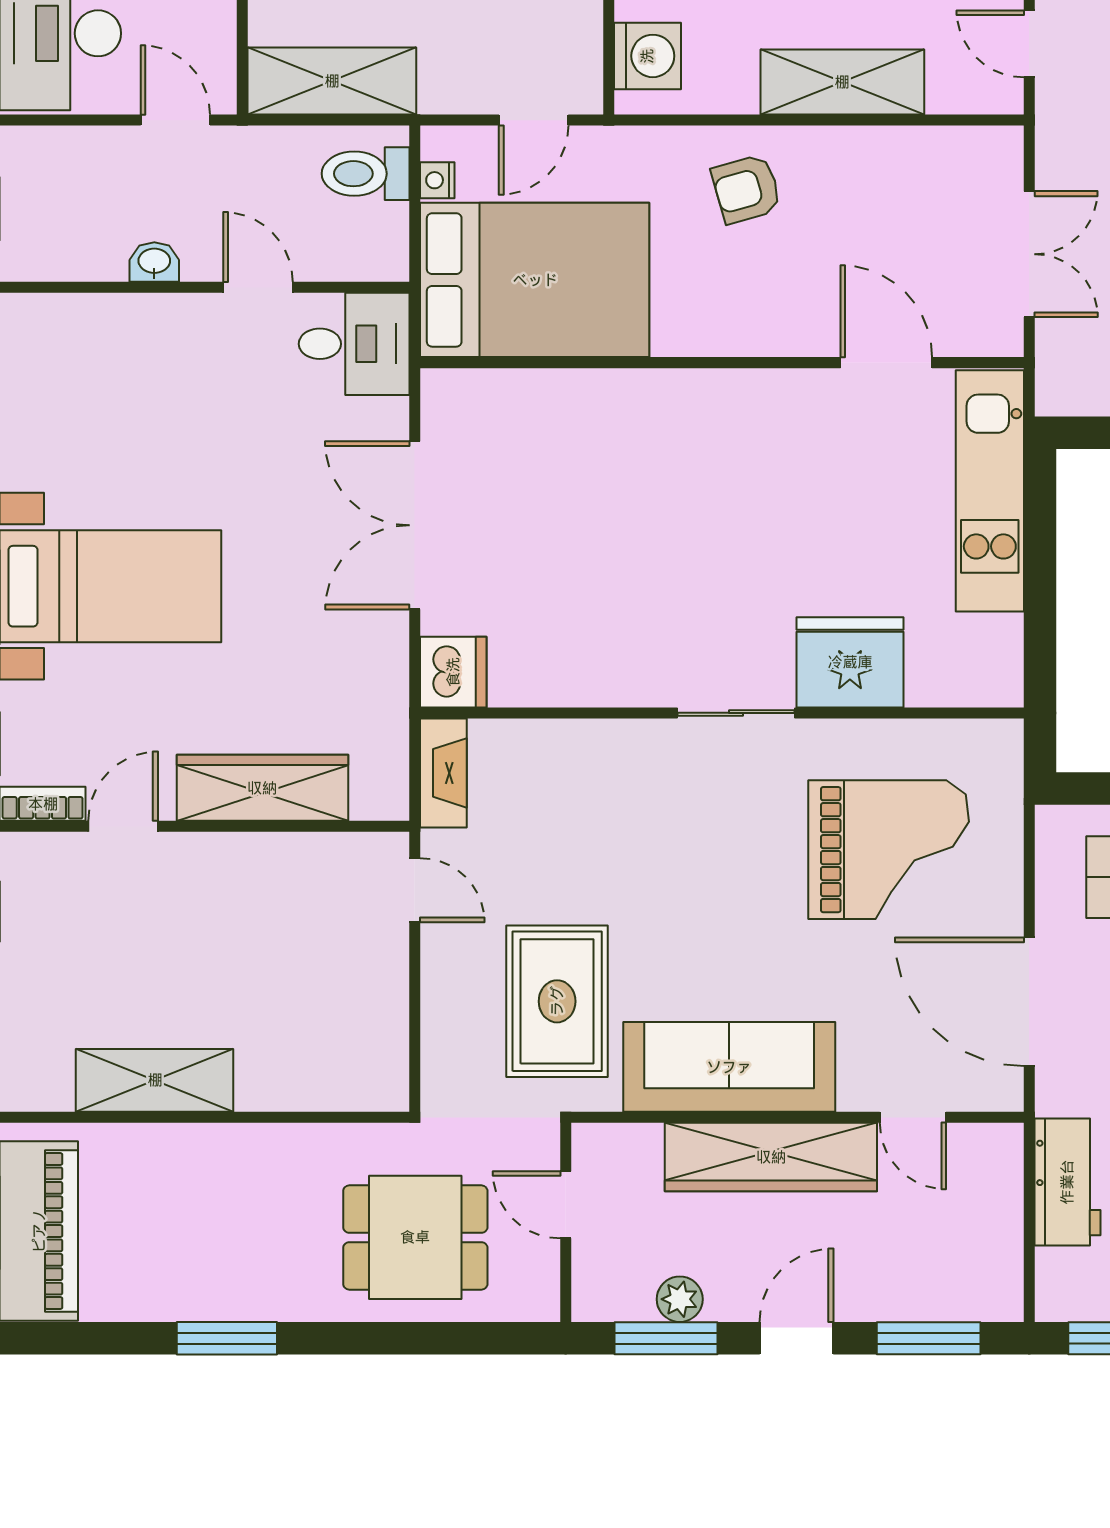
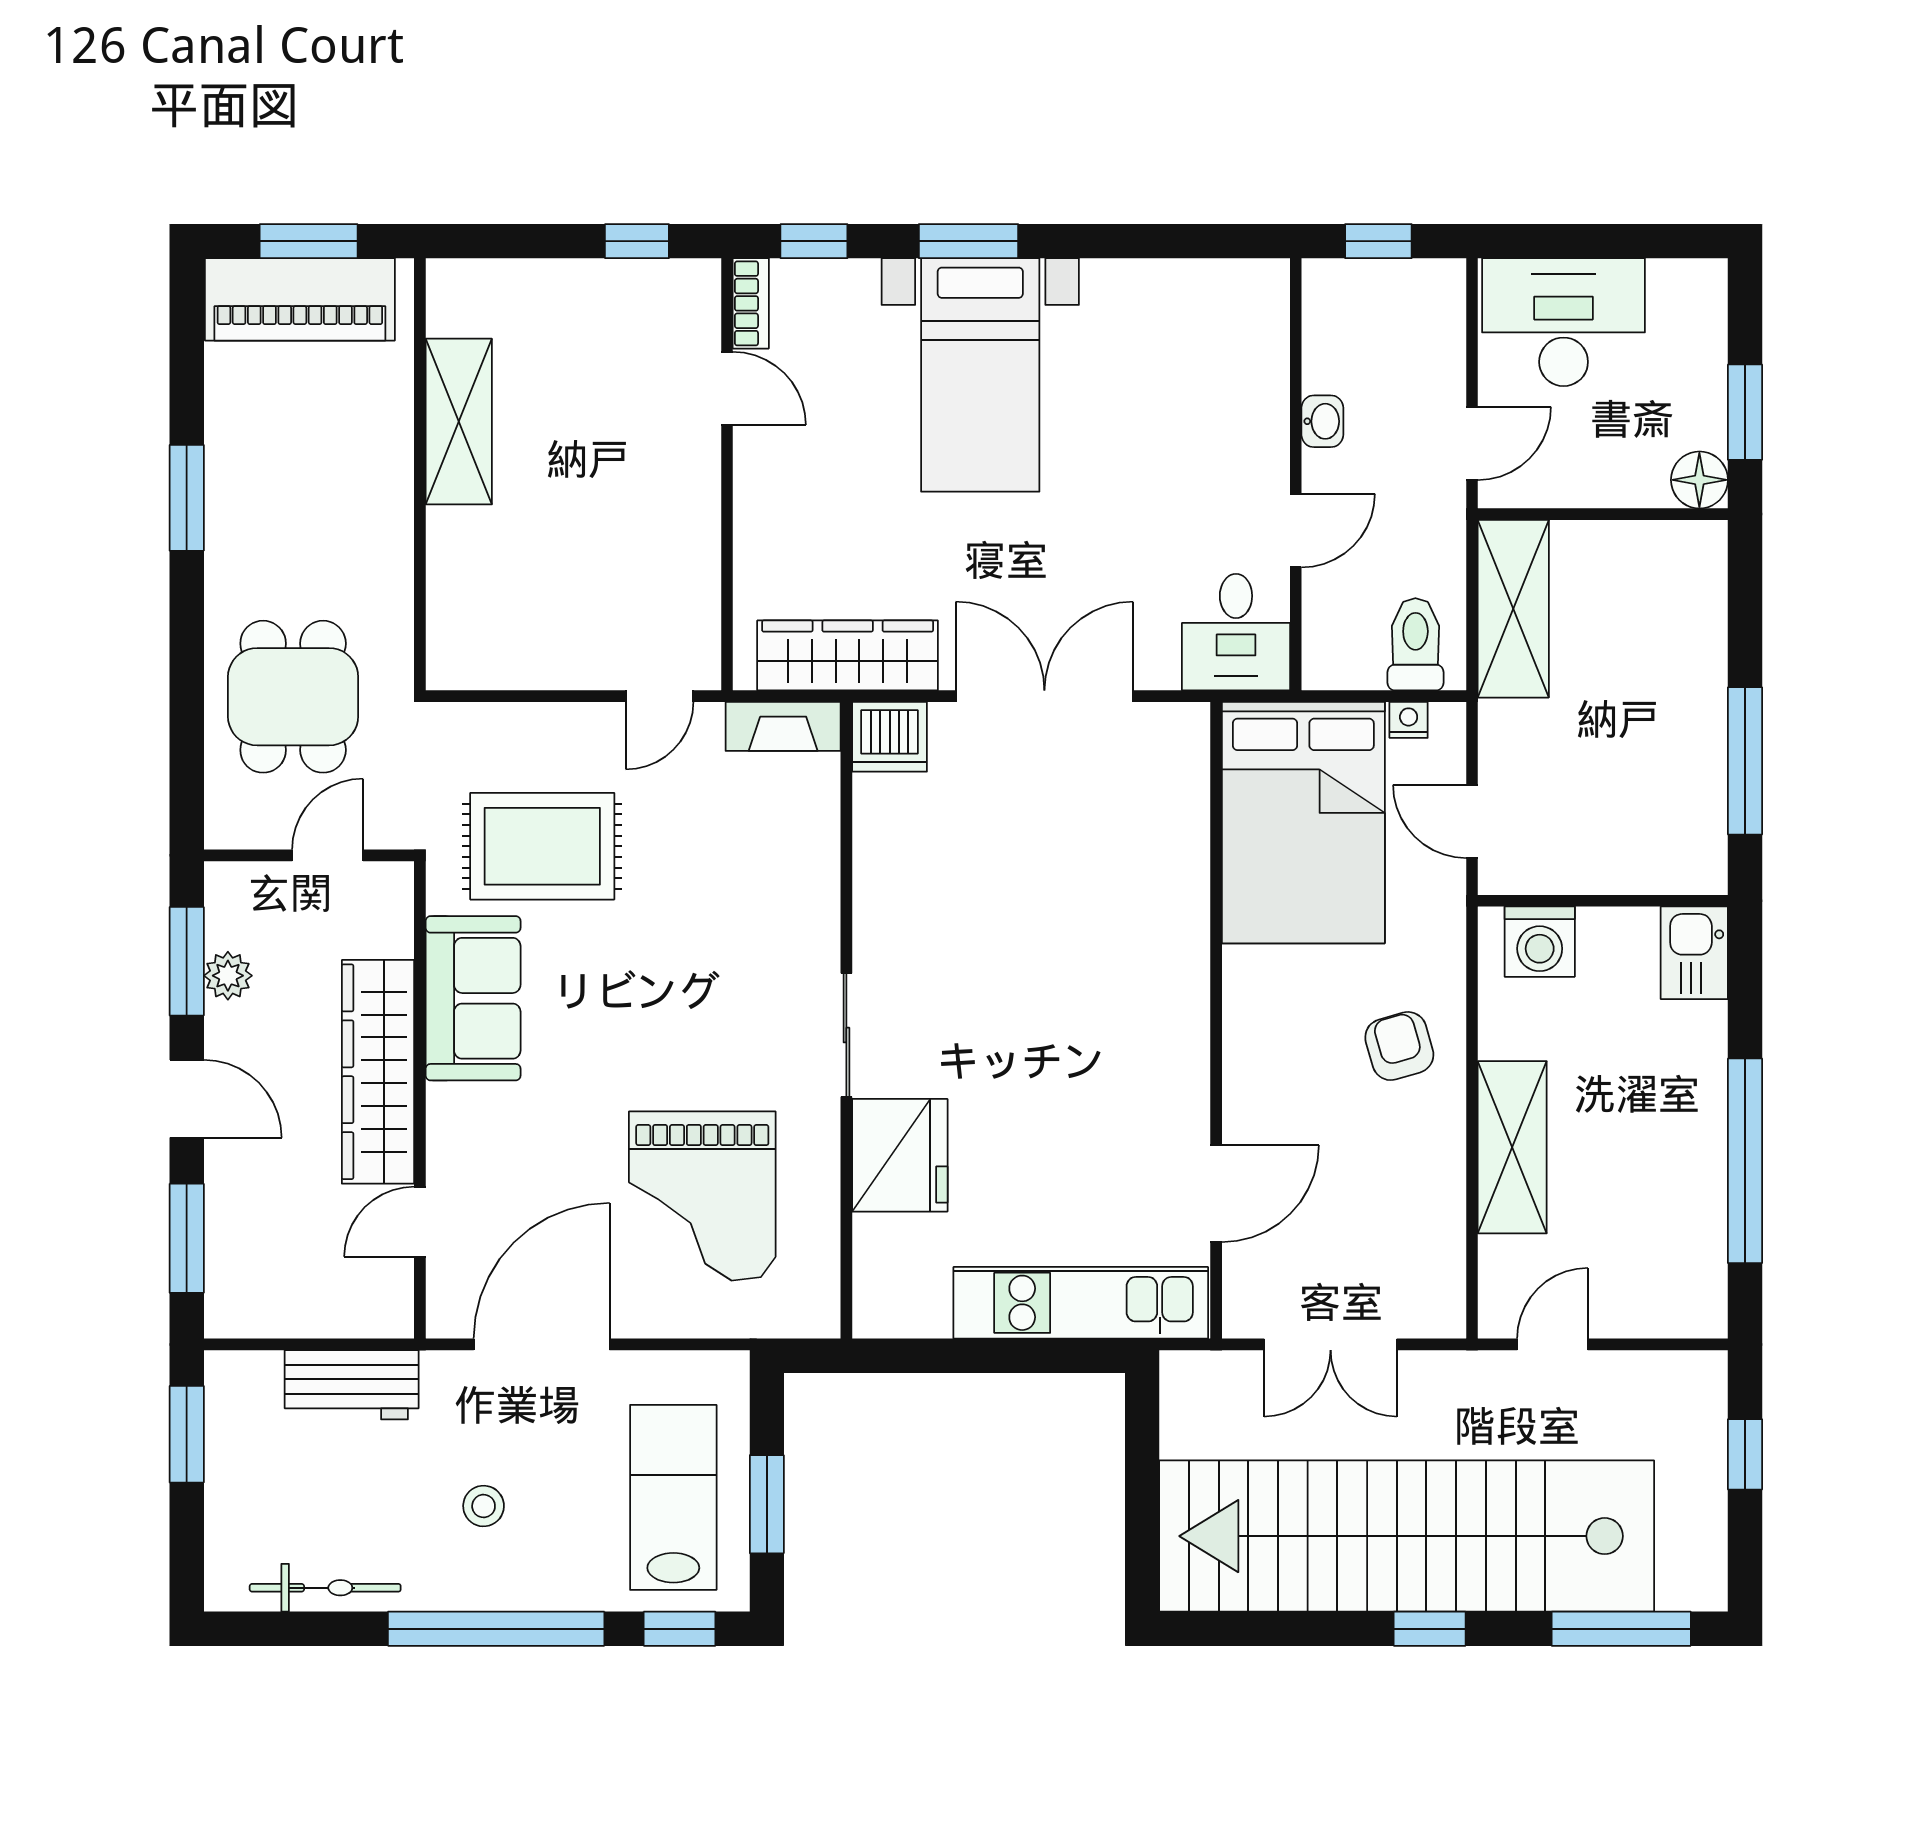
wardrobe: (262, 788) -> (848, 655), moved, turned -90
sofa: (729, 1067) -> (473, 998), width x0.73

